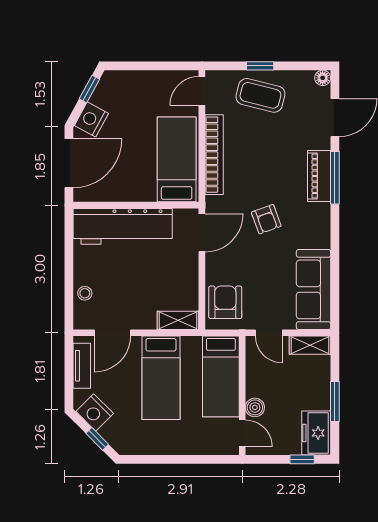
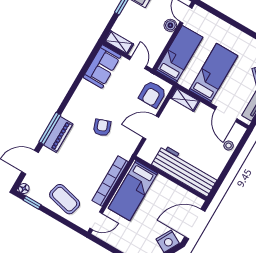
window: (260, 66) -> (32, 202), moved
door: (202, 233) -> (151, 127), moved
sofa: (313, 289) -> (102, 66), width x0.73
door: (112, 333) -> (226, 114), swing flipped

